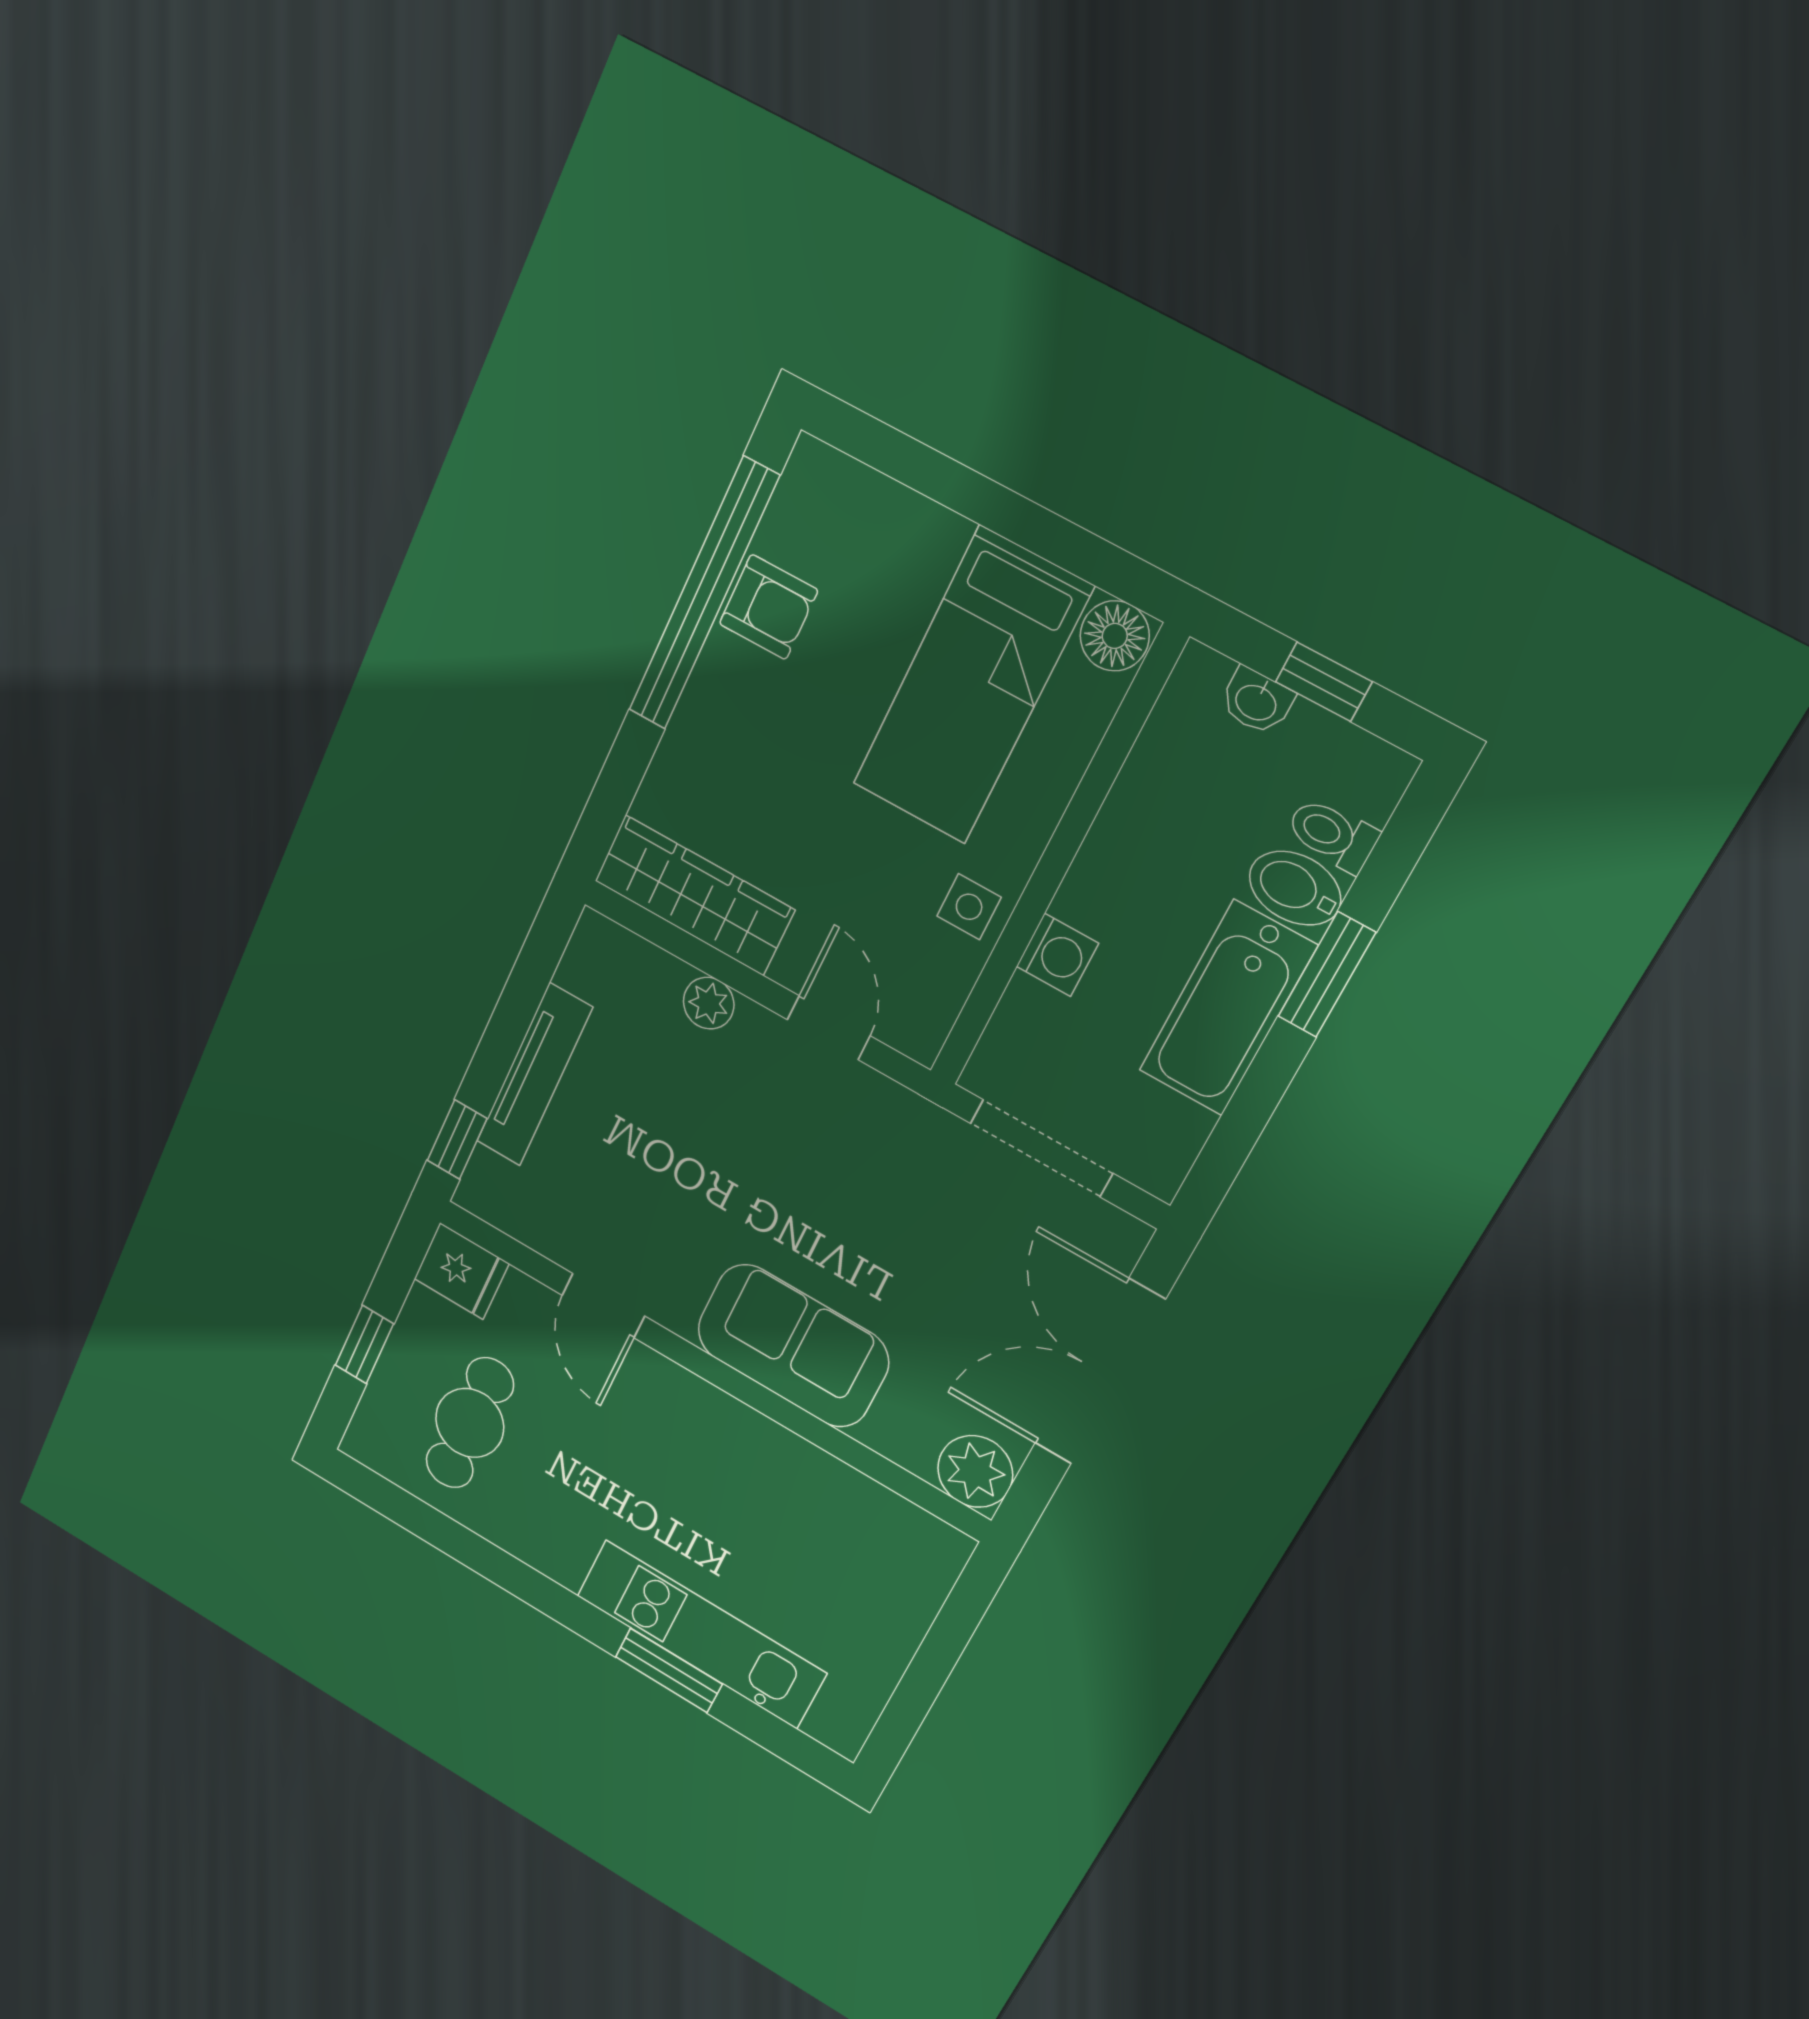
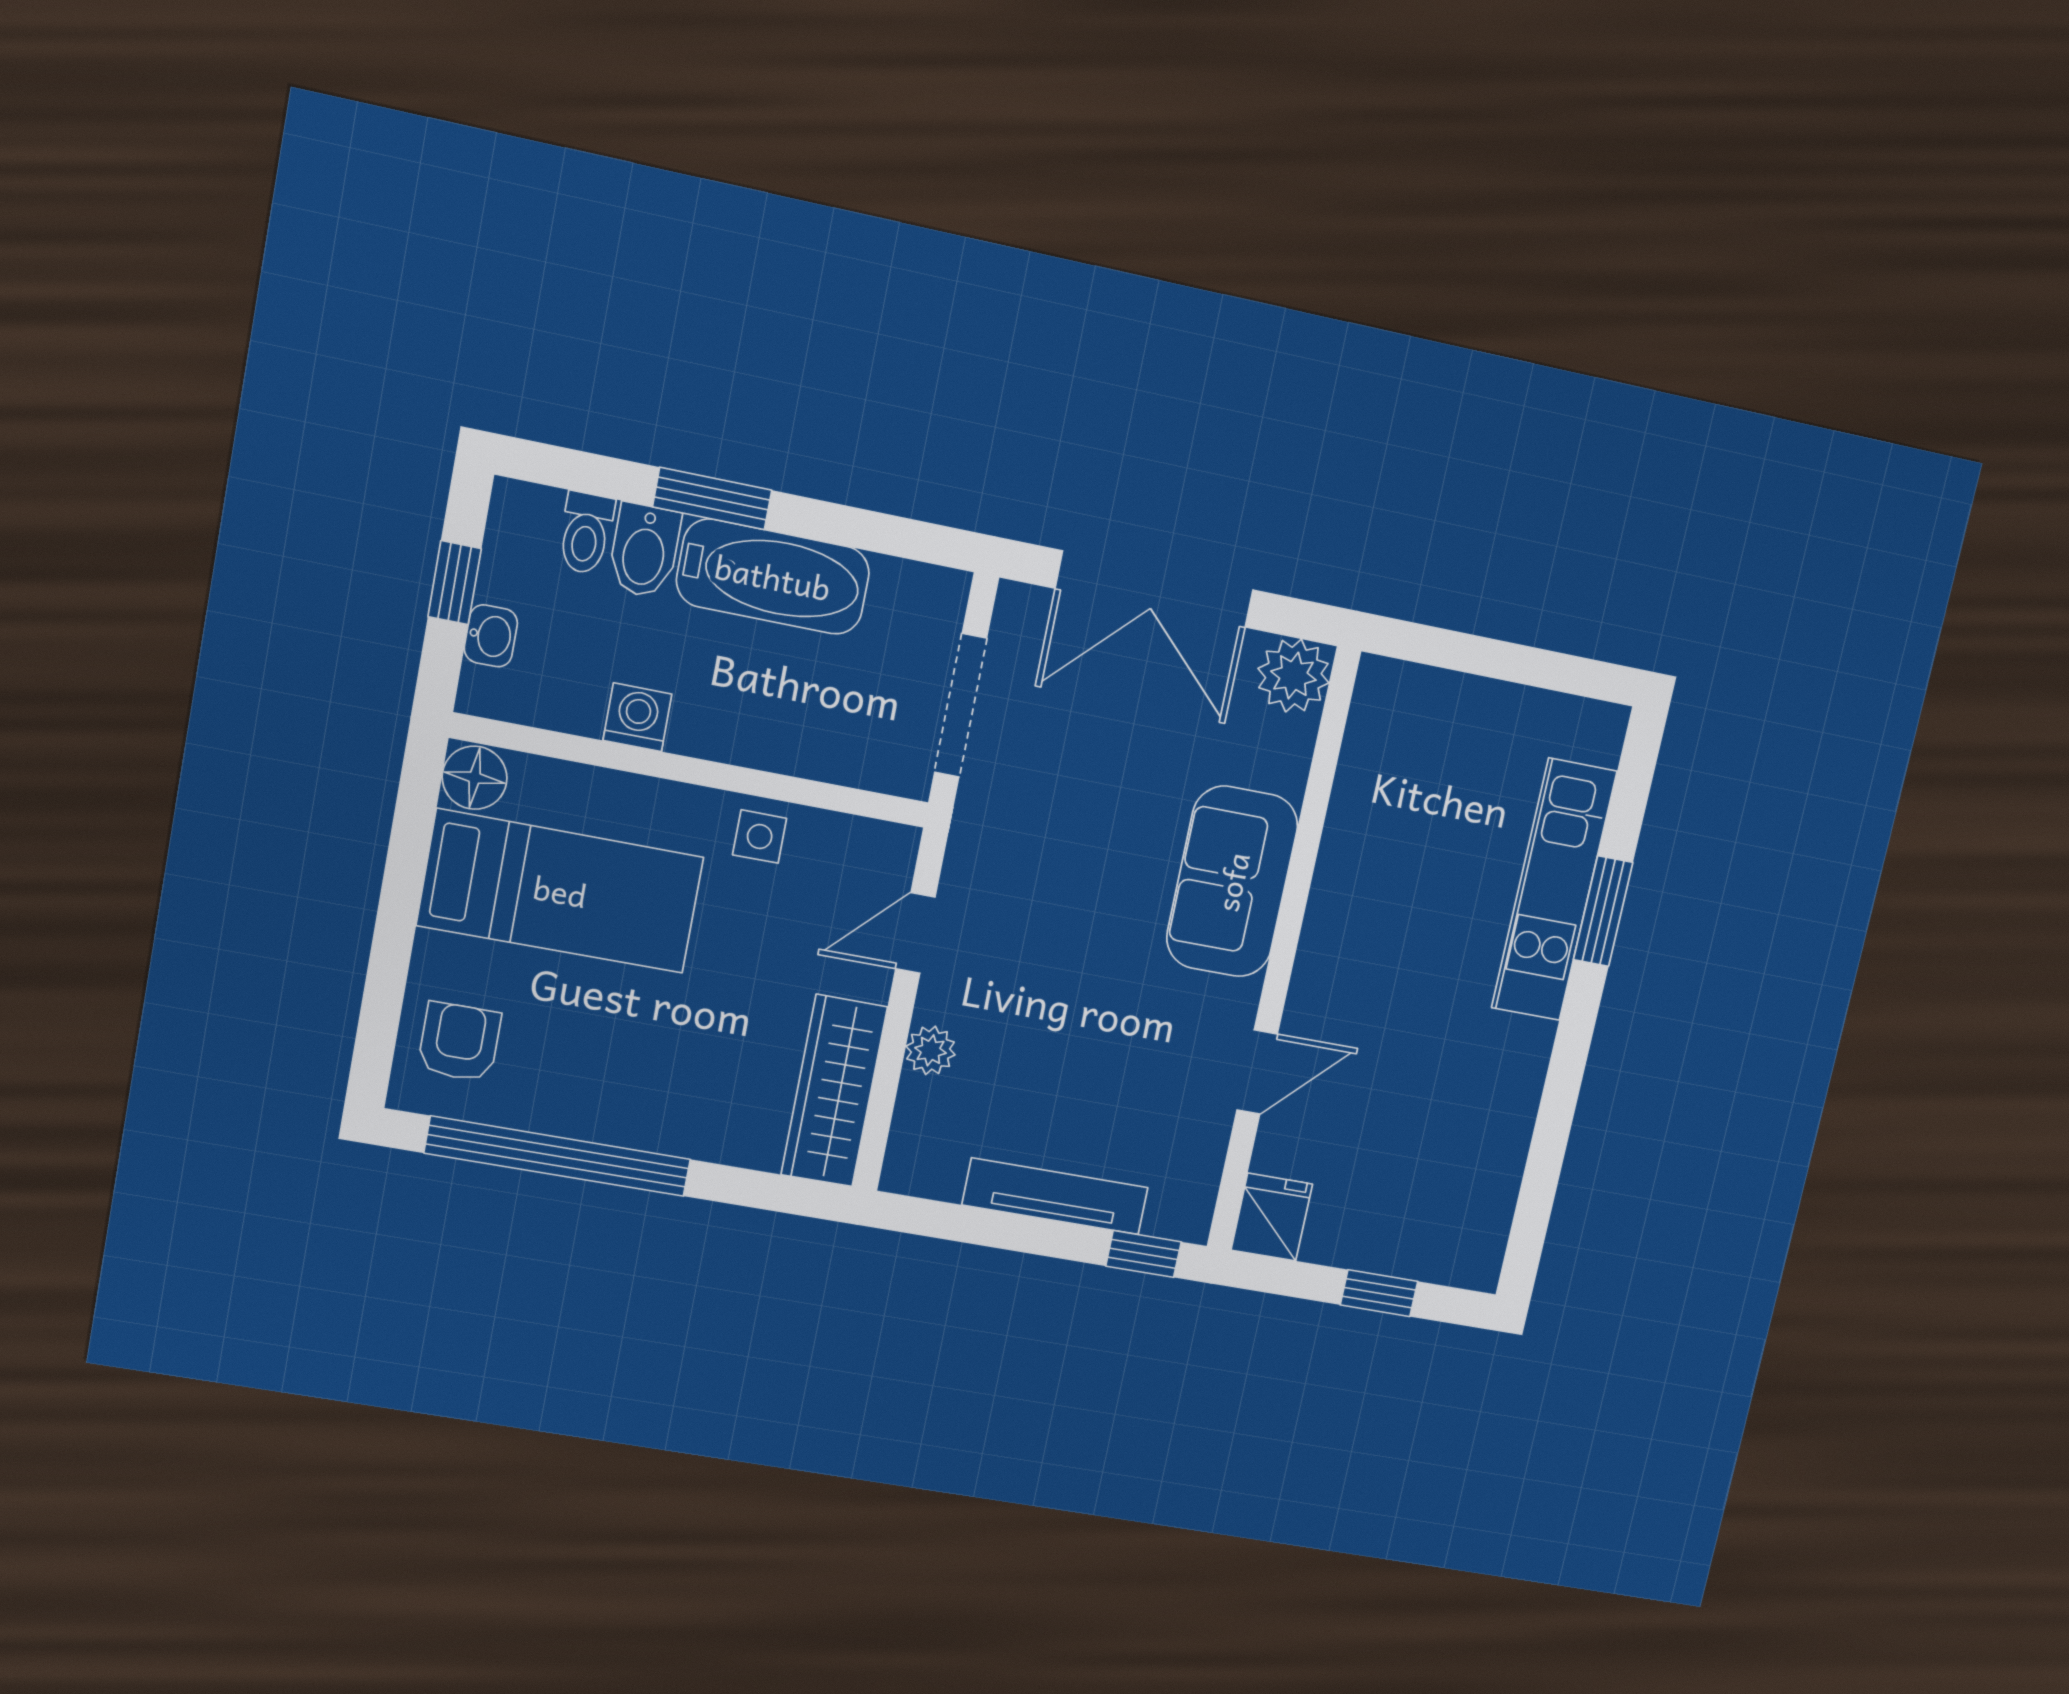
armchair: (769, 607) -> (459, 1042), moved
washing machine: (1057, 955) -> (637, 717), moved
cafe table: (470, 1423) -> (1421, 1171), removed

